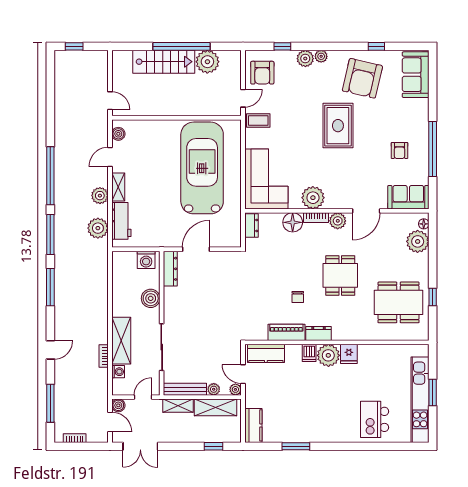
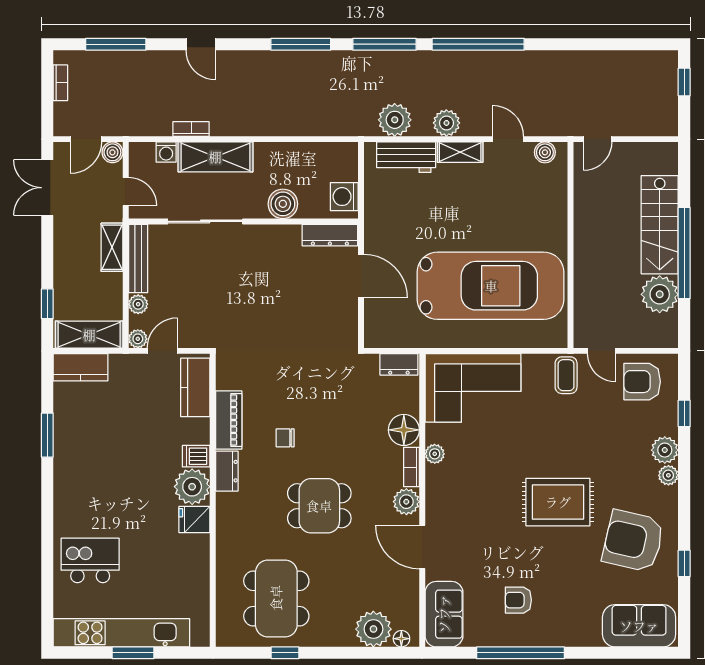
plant: (313, 198) -> (435, 454), width x0.53, depth x0.53
shelving: (215, 407) -> (89, 335), moved, turned 90

